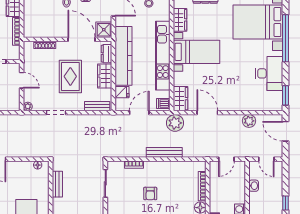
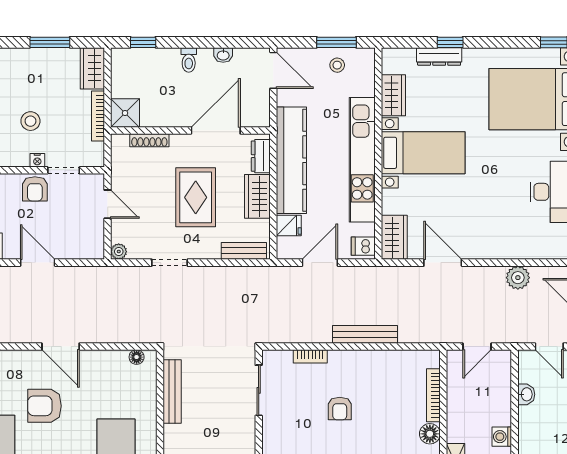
shower: (104, 30) -> (125, 113), moved
door: (82, 39) -> (216, 130), hinge flipped
plant: (175, 123) -> (384, 281), removed
bench: (57, 184) -> (172, 392), width x1.36

